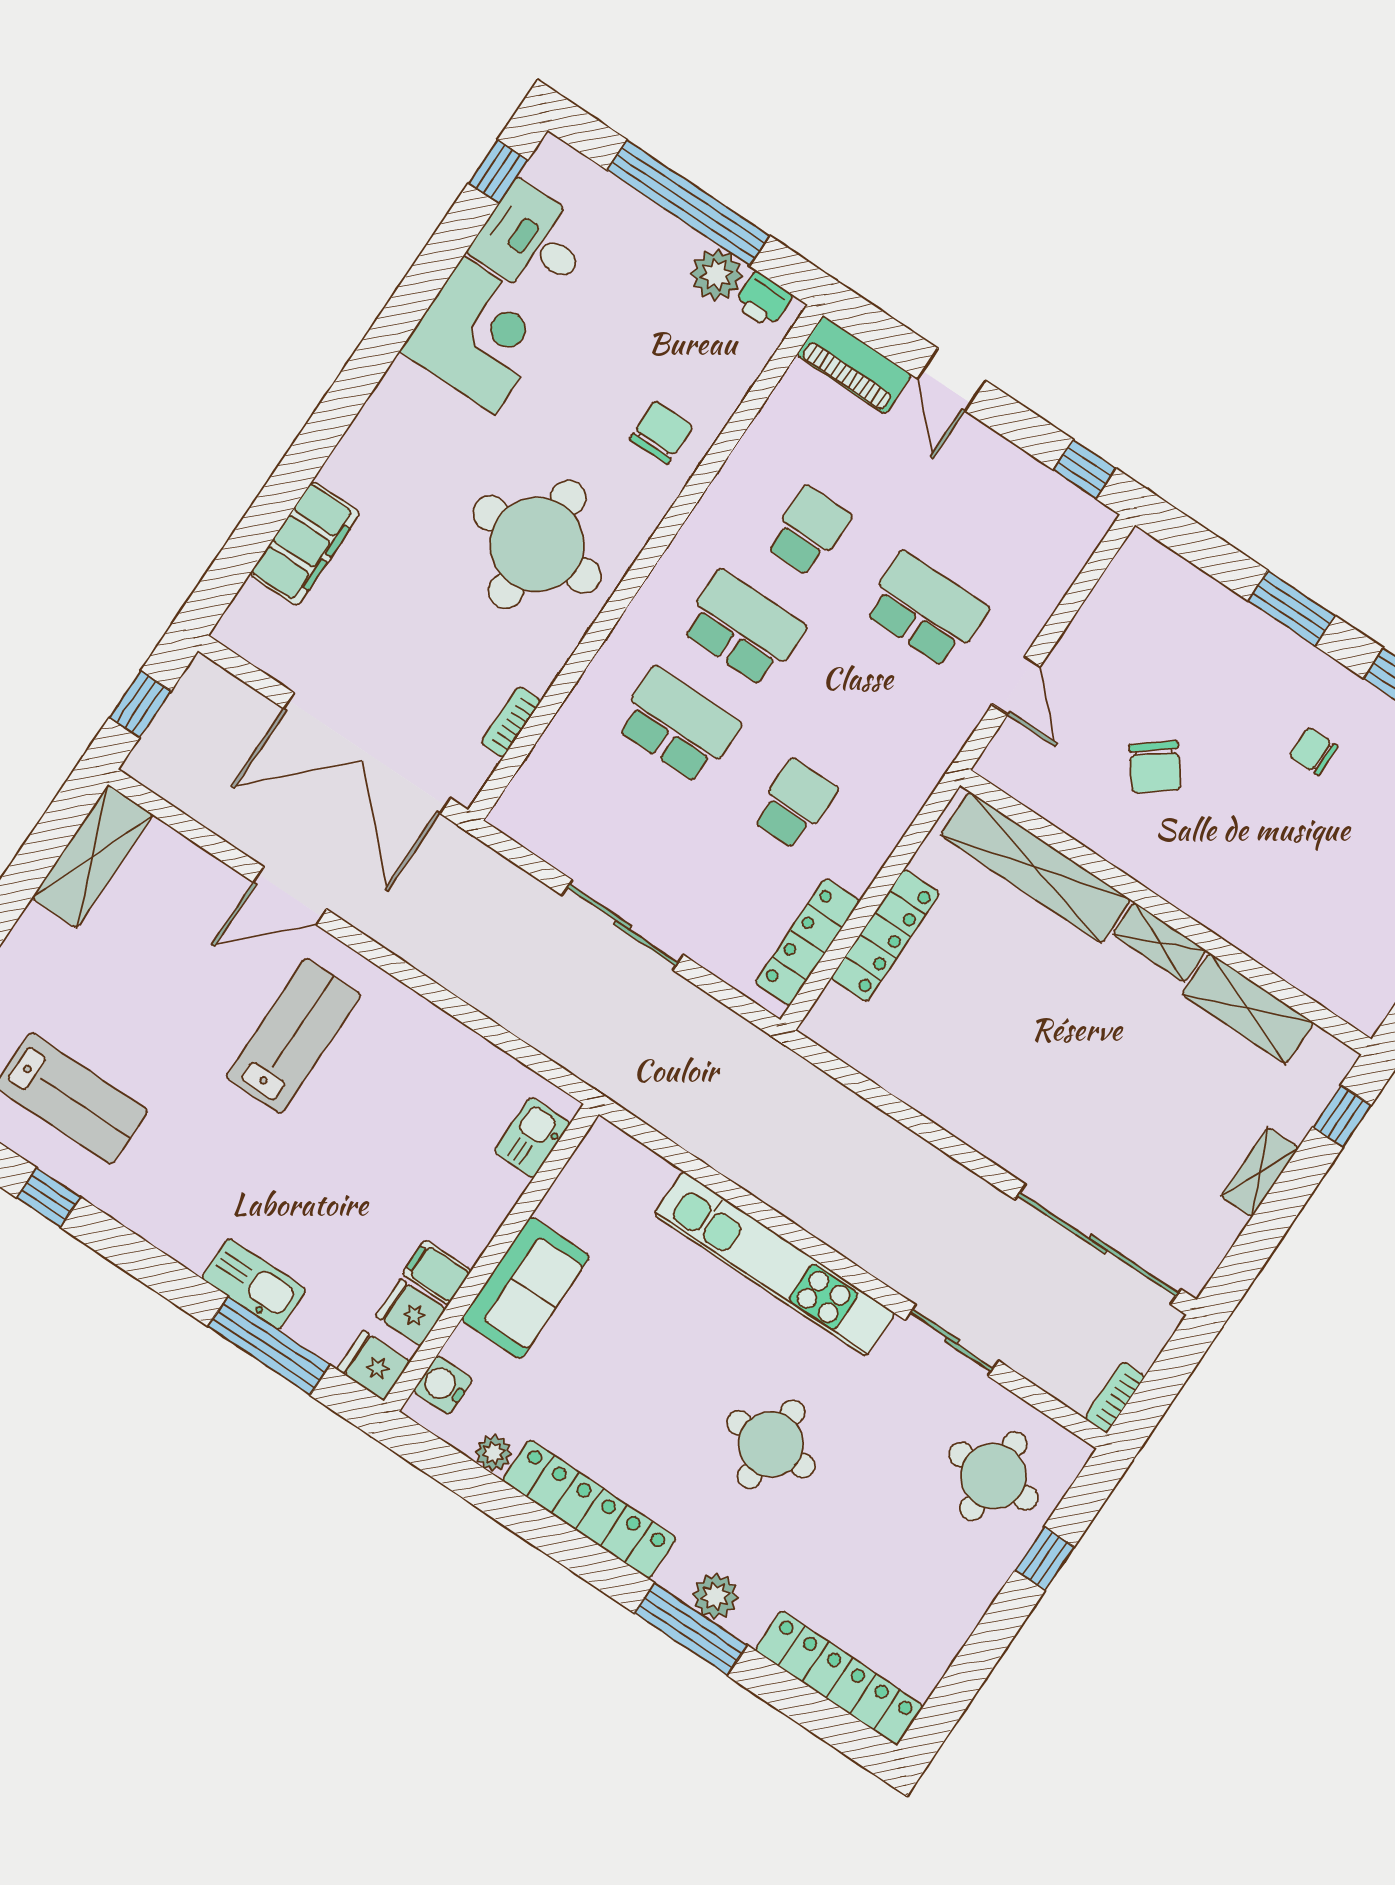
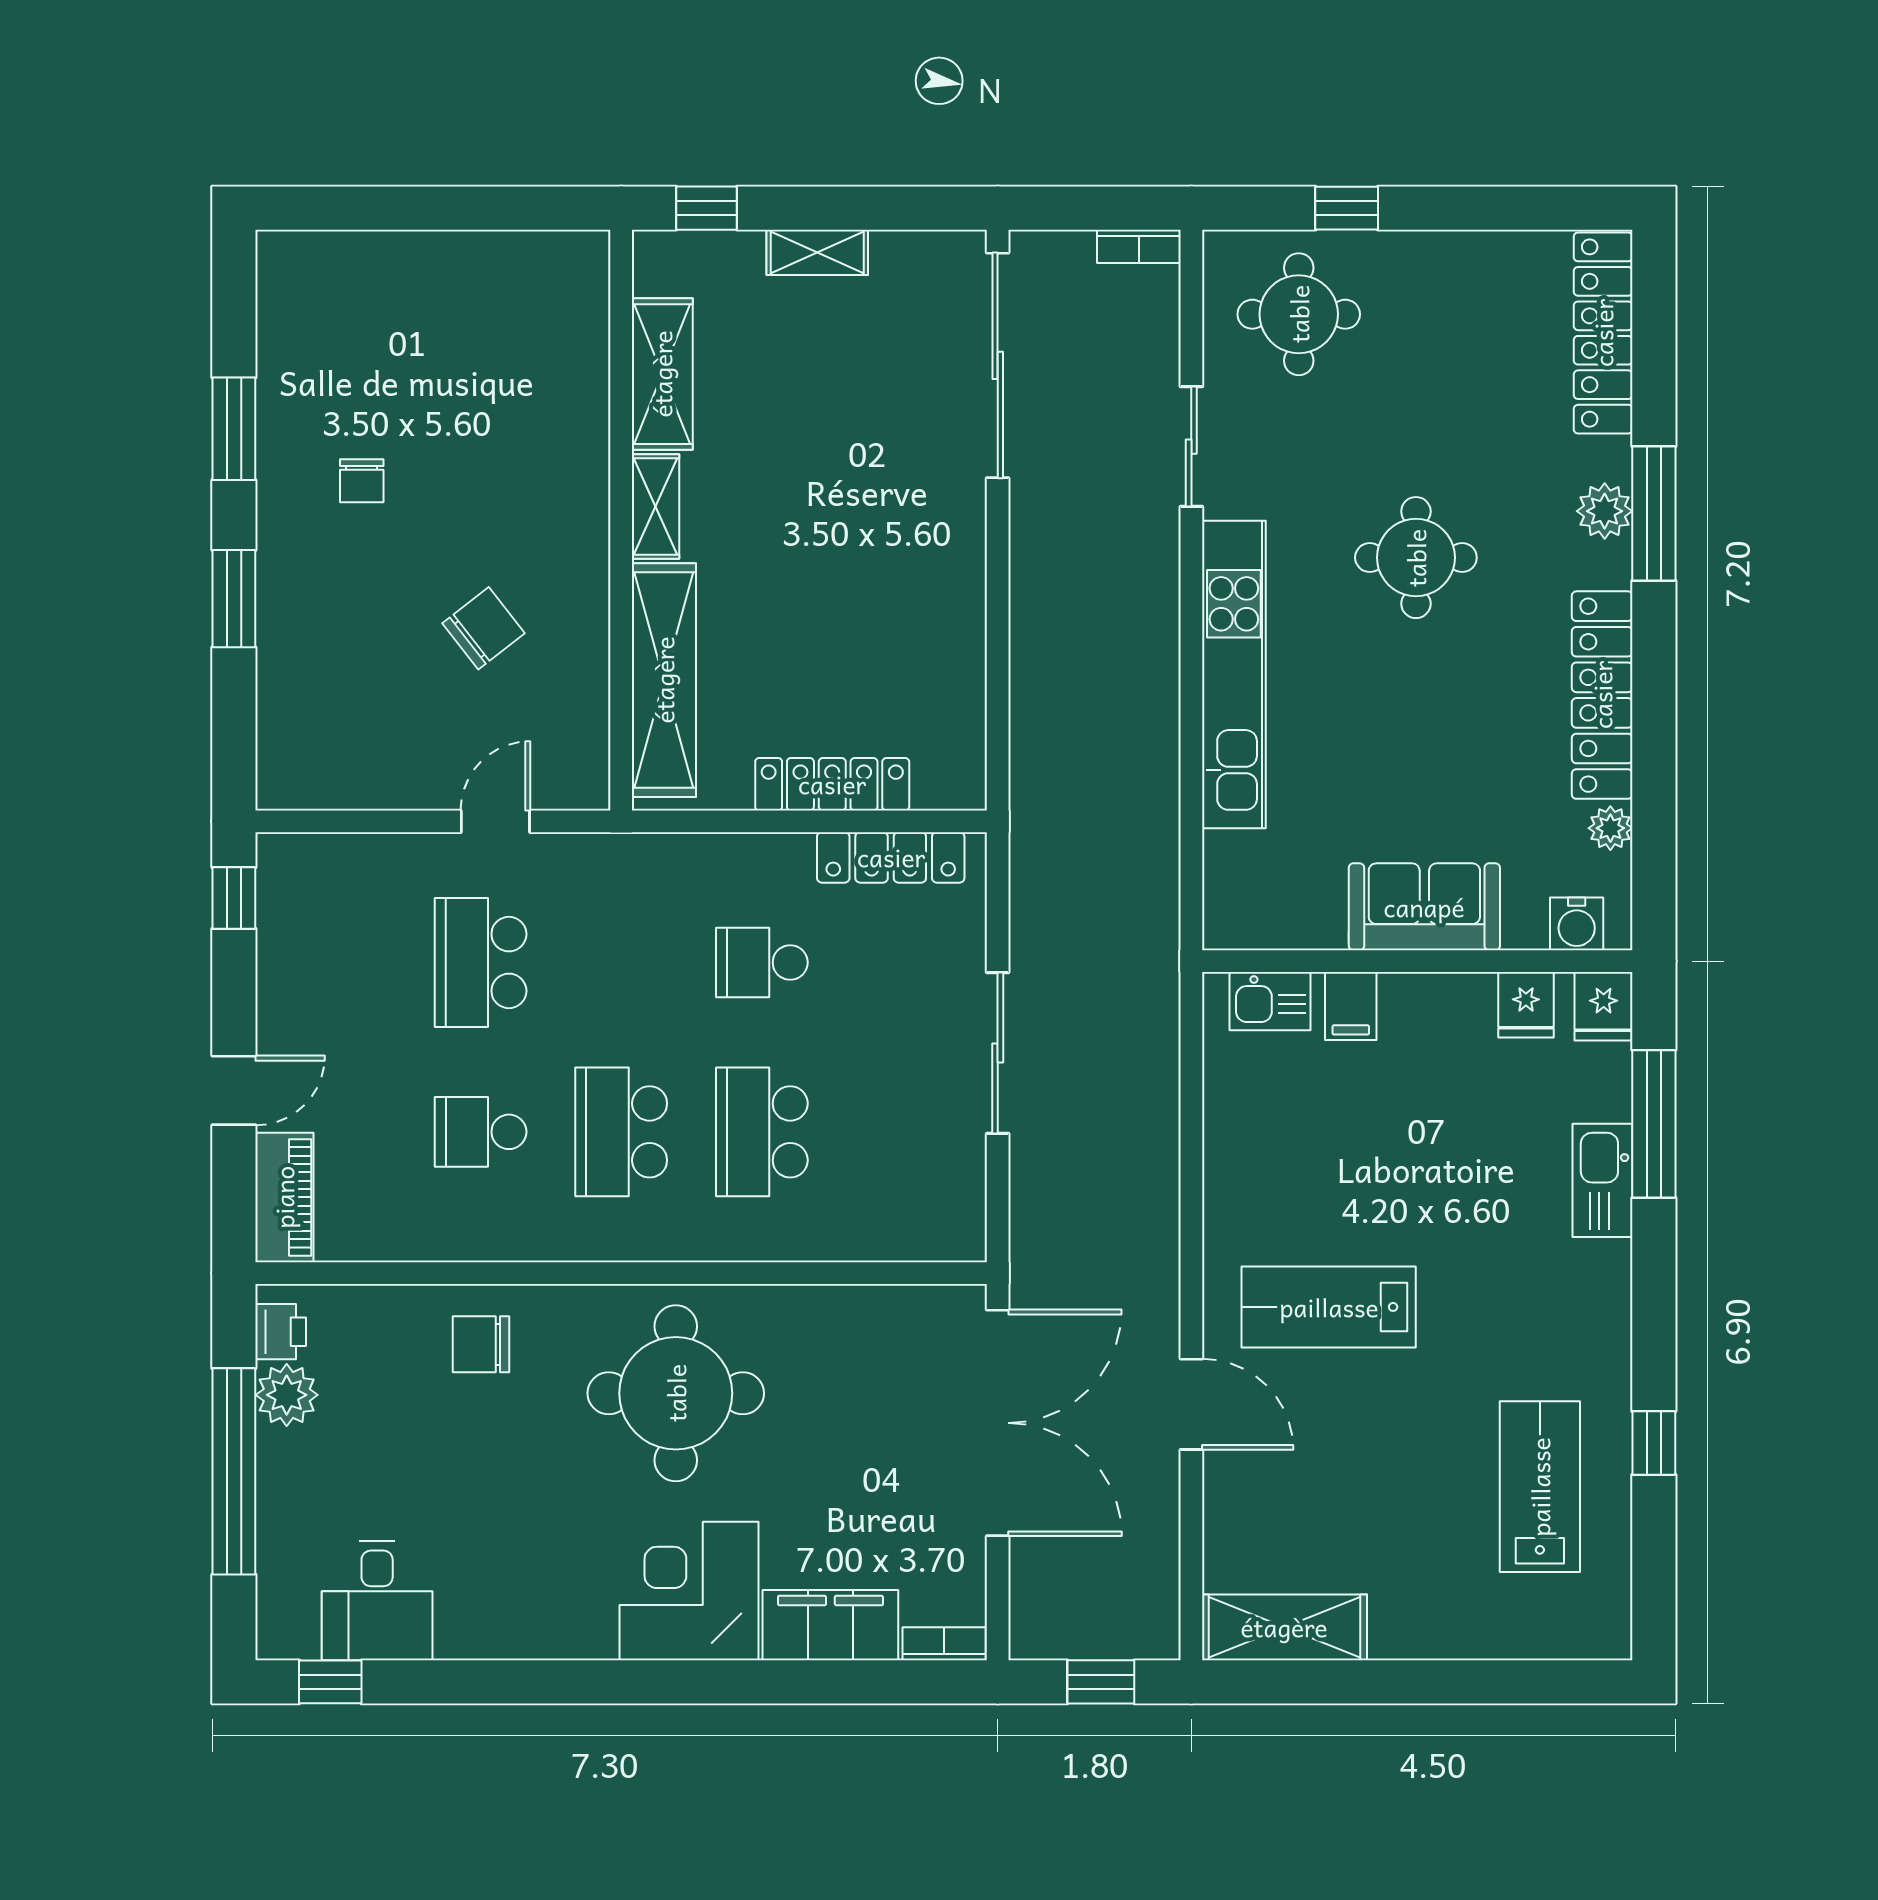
corner desk: (479, 335) -> (689, 1591), moved
bookcase: (511, 722) -> (944, 1644), moved, turned 180
filing cabinet: (436, 1272) -> (1351, 1006), moved

